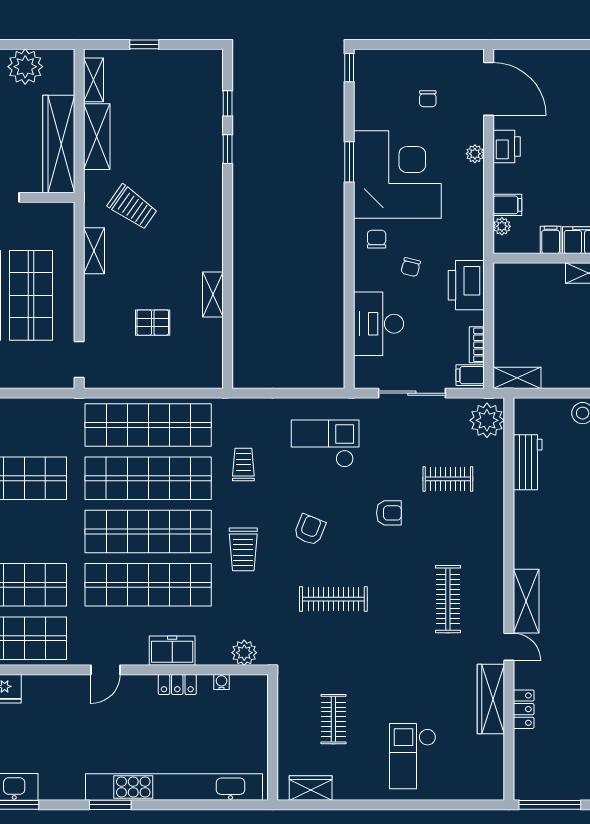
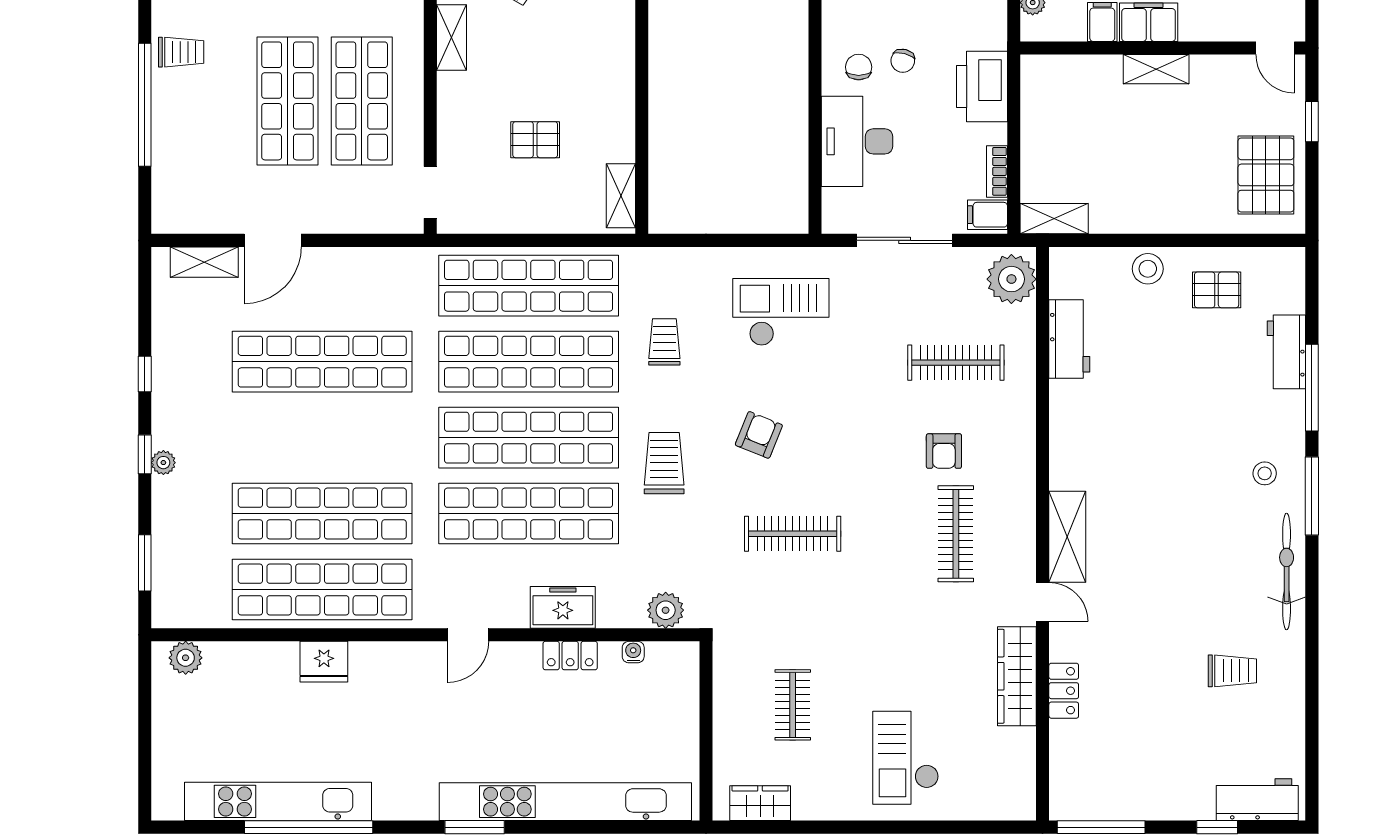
chair: (377, 239) -> (859, 67), moved
shelving: (213, 295) -> (621, 196), moved
clothes rail: (448, 479) -> (956, 363), width x1.36
armchair: (389, 513) -> (944, 451), moved, turned 90
trolley: (243, 549) -> (664, 463), turned 180

